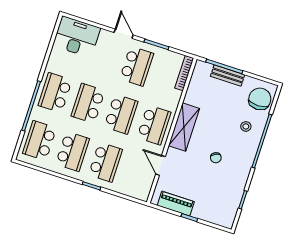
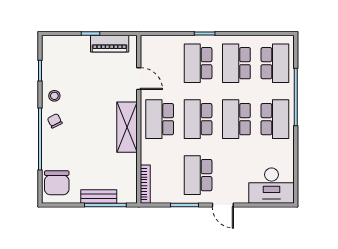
school desk: (88, 103) -> (236, 119), turned 180
stool: (246, 126) -> (54, 96), moved
chair: (216, 158) -> (55, 121), moved

